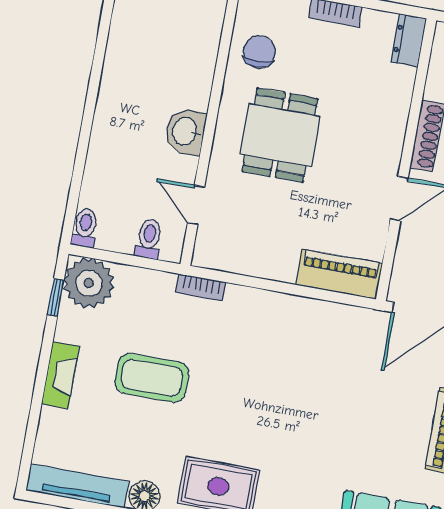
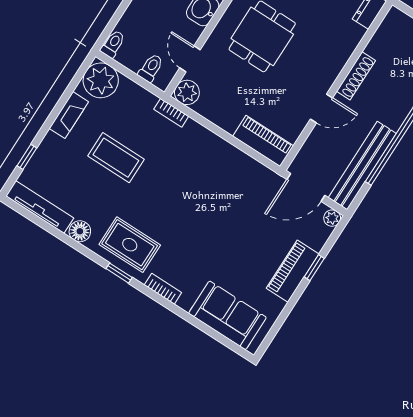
plant: (211, 252) -> (187, 92), added
window: (56, 297) -> (27, 157), moved
fireplace: (60, 375) -> (69, 115), moved

